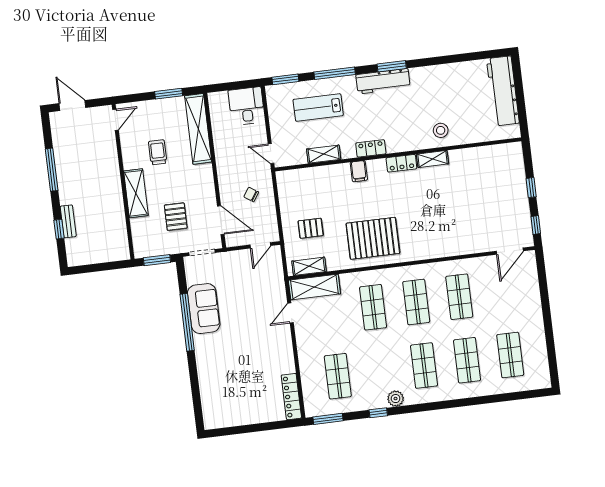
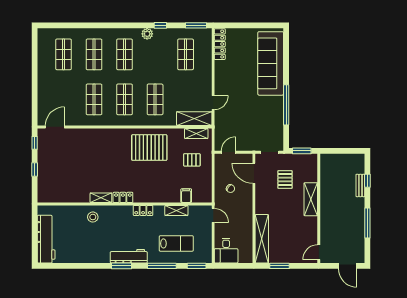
trolley: (158, 152) -> (292, 226), removed
filing cabinet: (359, 171) -> (186, 196), moved
sofa: (204, 309) -> (271, 63), moved, width x1.85, depth x1.27

